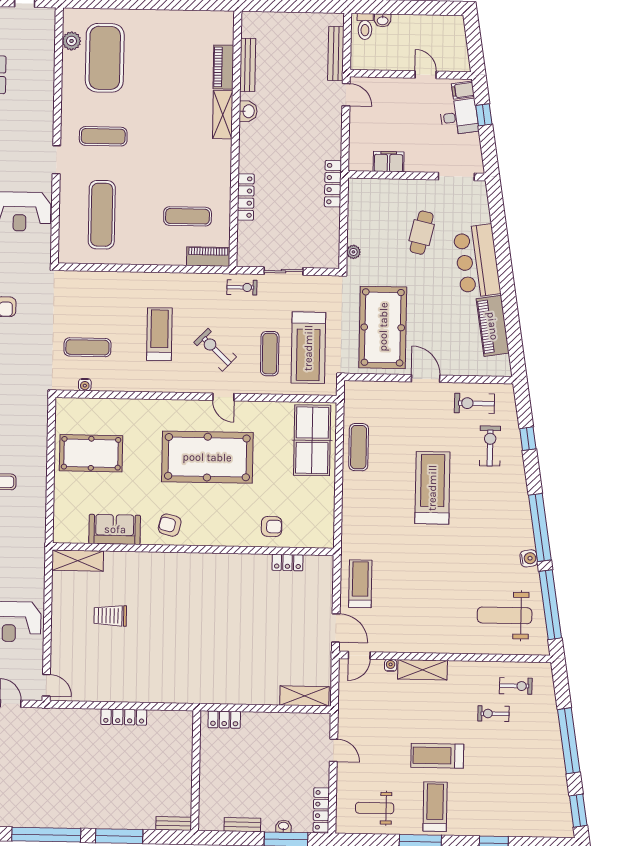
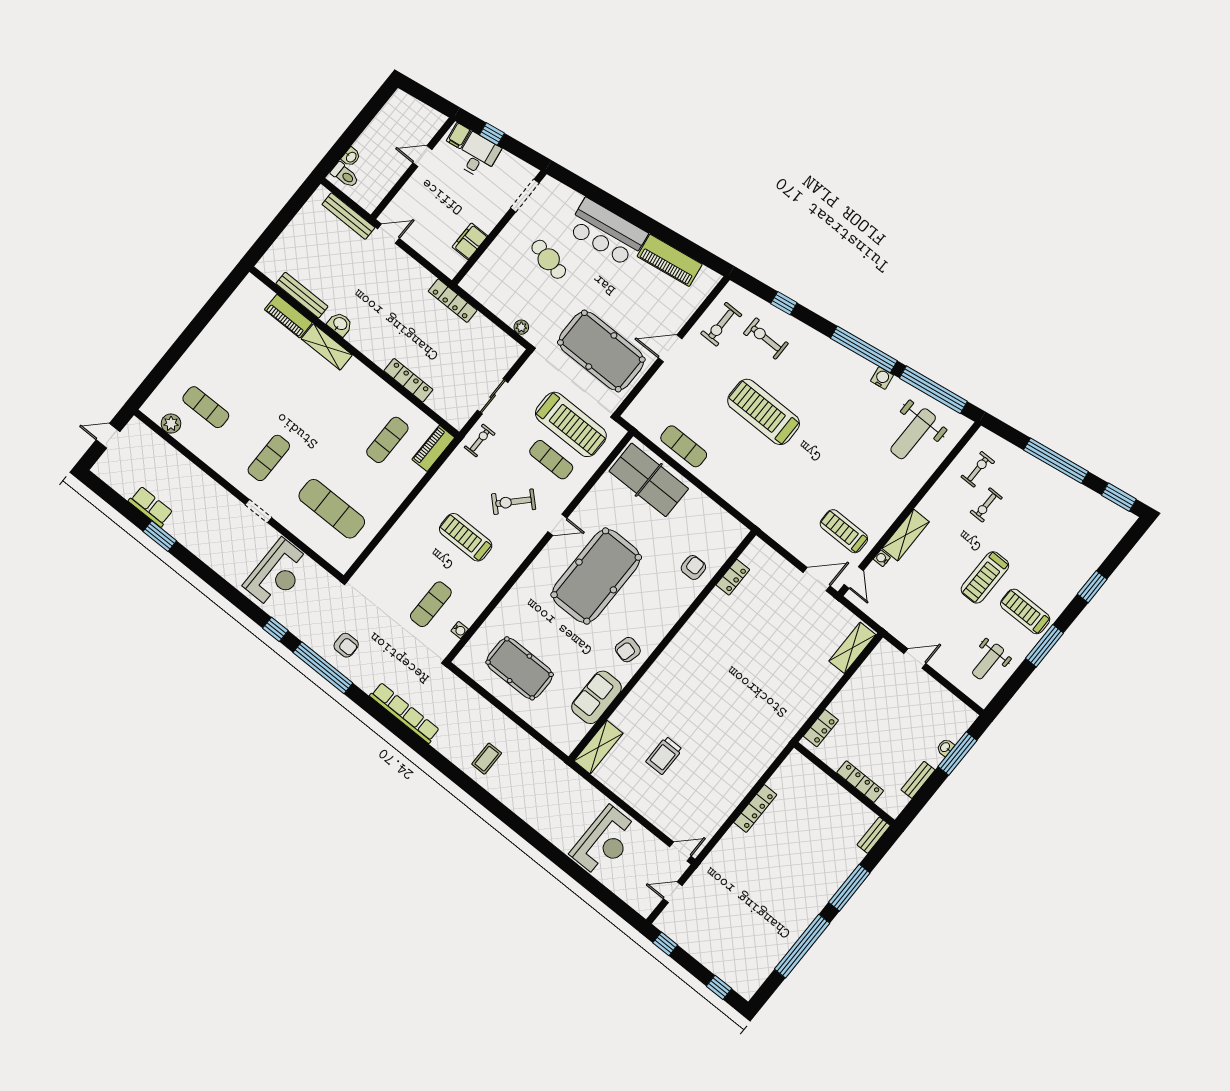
exercise mat: (105, 58) -> (206, 407), width x0.50, depth x0.69
pool table: (91, 453) -> (520, 668), turned 90
treadmill: (360, 584) -> (844, 531), moved
locker: (321, 810) -> (860, 782), moved, turned 180

